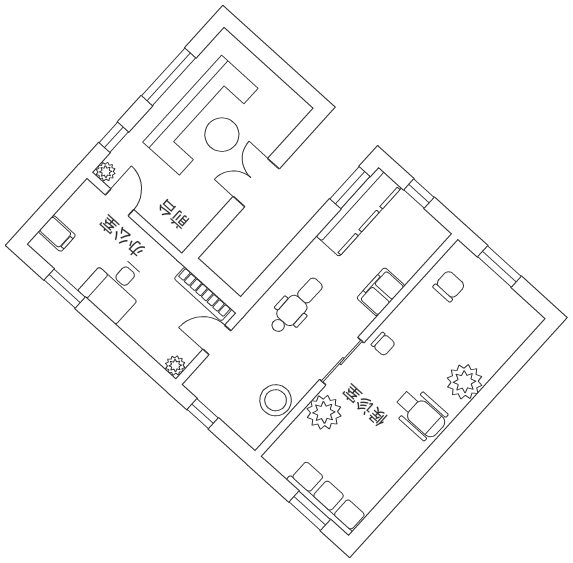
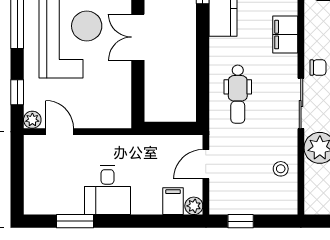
filing cabinet: (57, 234) -> (173, 201), moved, turned -90
bookcase: (203, 294) -> (169, 142), removed
dental chair: (296, 306) -> (238, 94), turned 180
stool: (276, 400) -> (281, 169), width x0.53, depth x0.53

